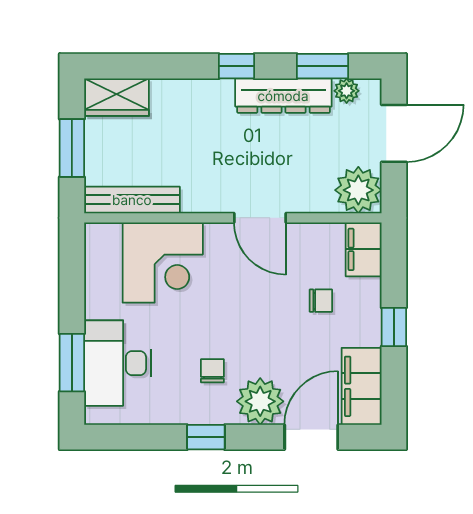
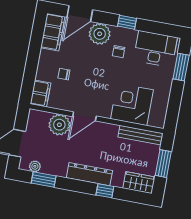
window: (236, 66) -> (105, 191), moved
dresser: (283, 96) -> (89, 174), moved
plant: (358, 190) -> (59, 125), moved
door: (260, 218) -> (84, 116), swing flipped
window: (394, 327) -> (33, 56), removed
desk: (118, 363) -> (155, 49), moved, turned -90

